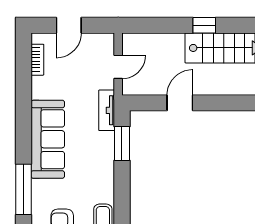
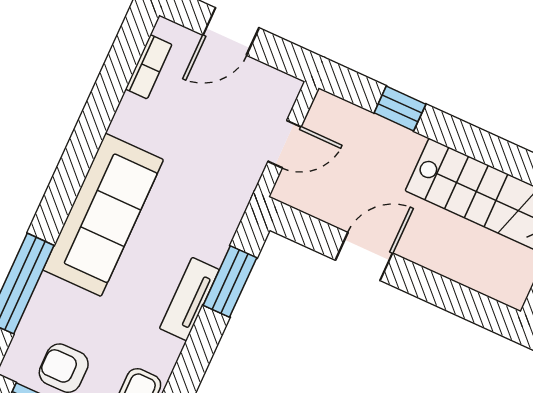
window: (204, 25) -> (400, 108), moved
tv unit: (107, 110) -> (189, 299), moved

